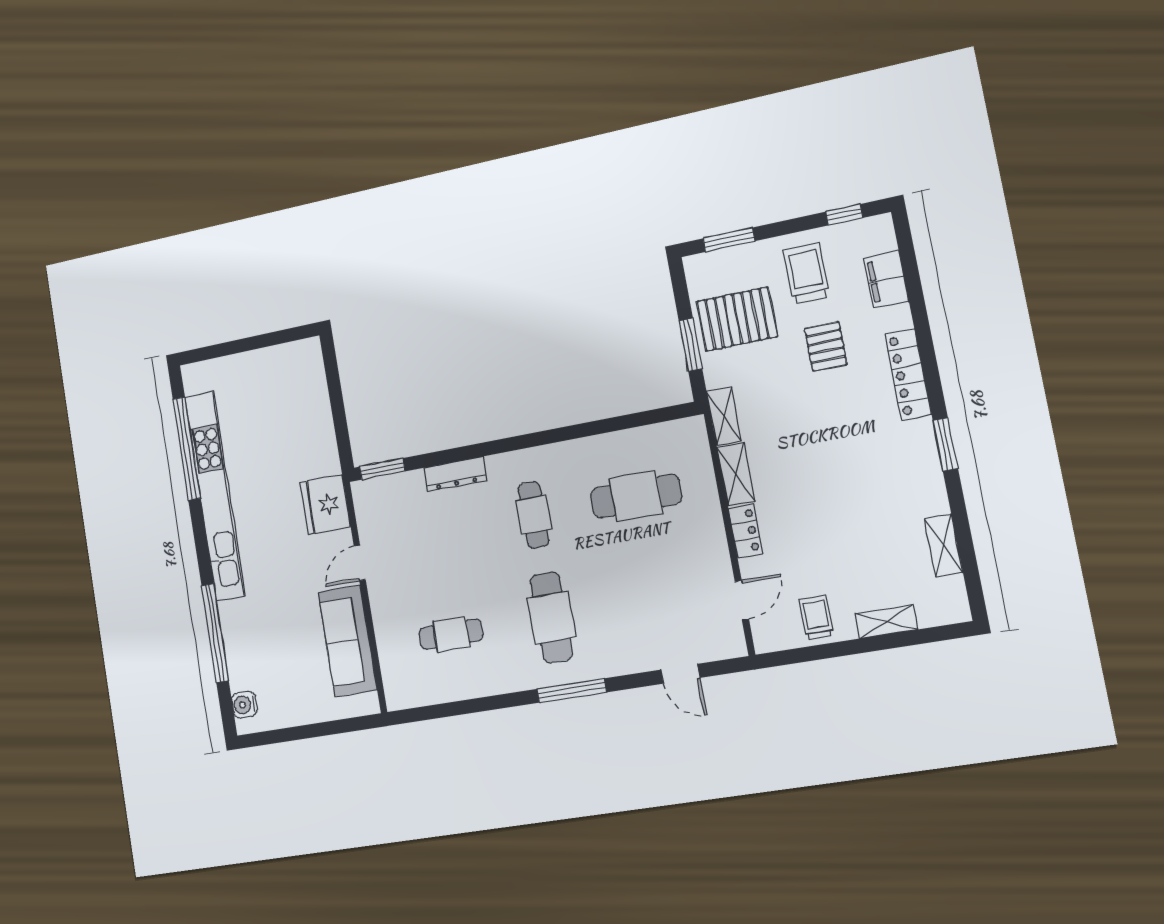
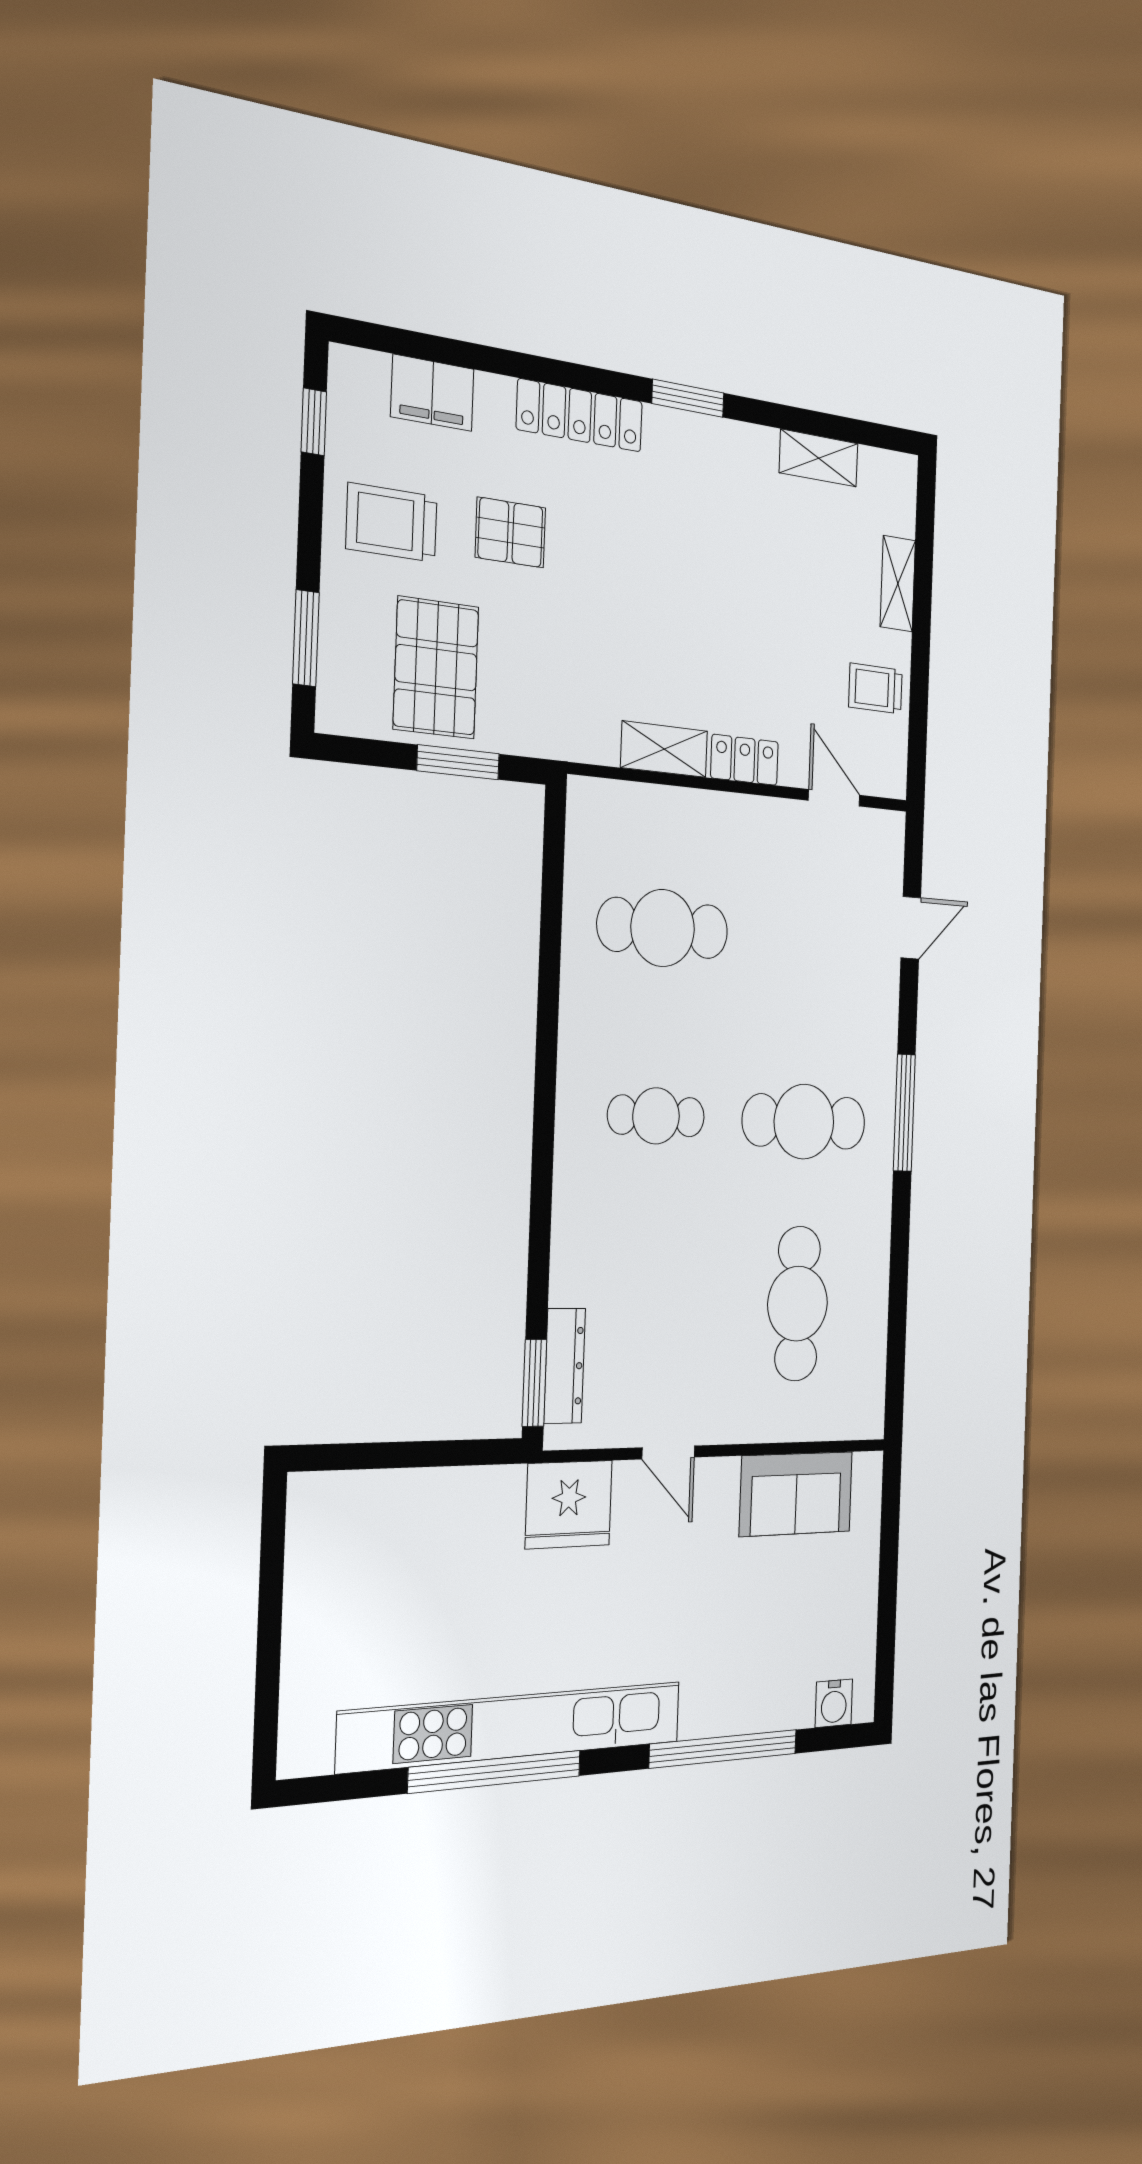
shelving: (724, 416) -> (577, 740), removed
window: (187, 449) -> (495, 1772), moved
dresser: (455, 474) -> (565, 1366), moved
cafe table: (636, 496) -> (663, 928), turned 90
cafe table: (451, 634) -> (798, 1304), width x1.37, depth x1.35
sofa: (348, 641) -> (796, 1494), width x0.73

